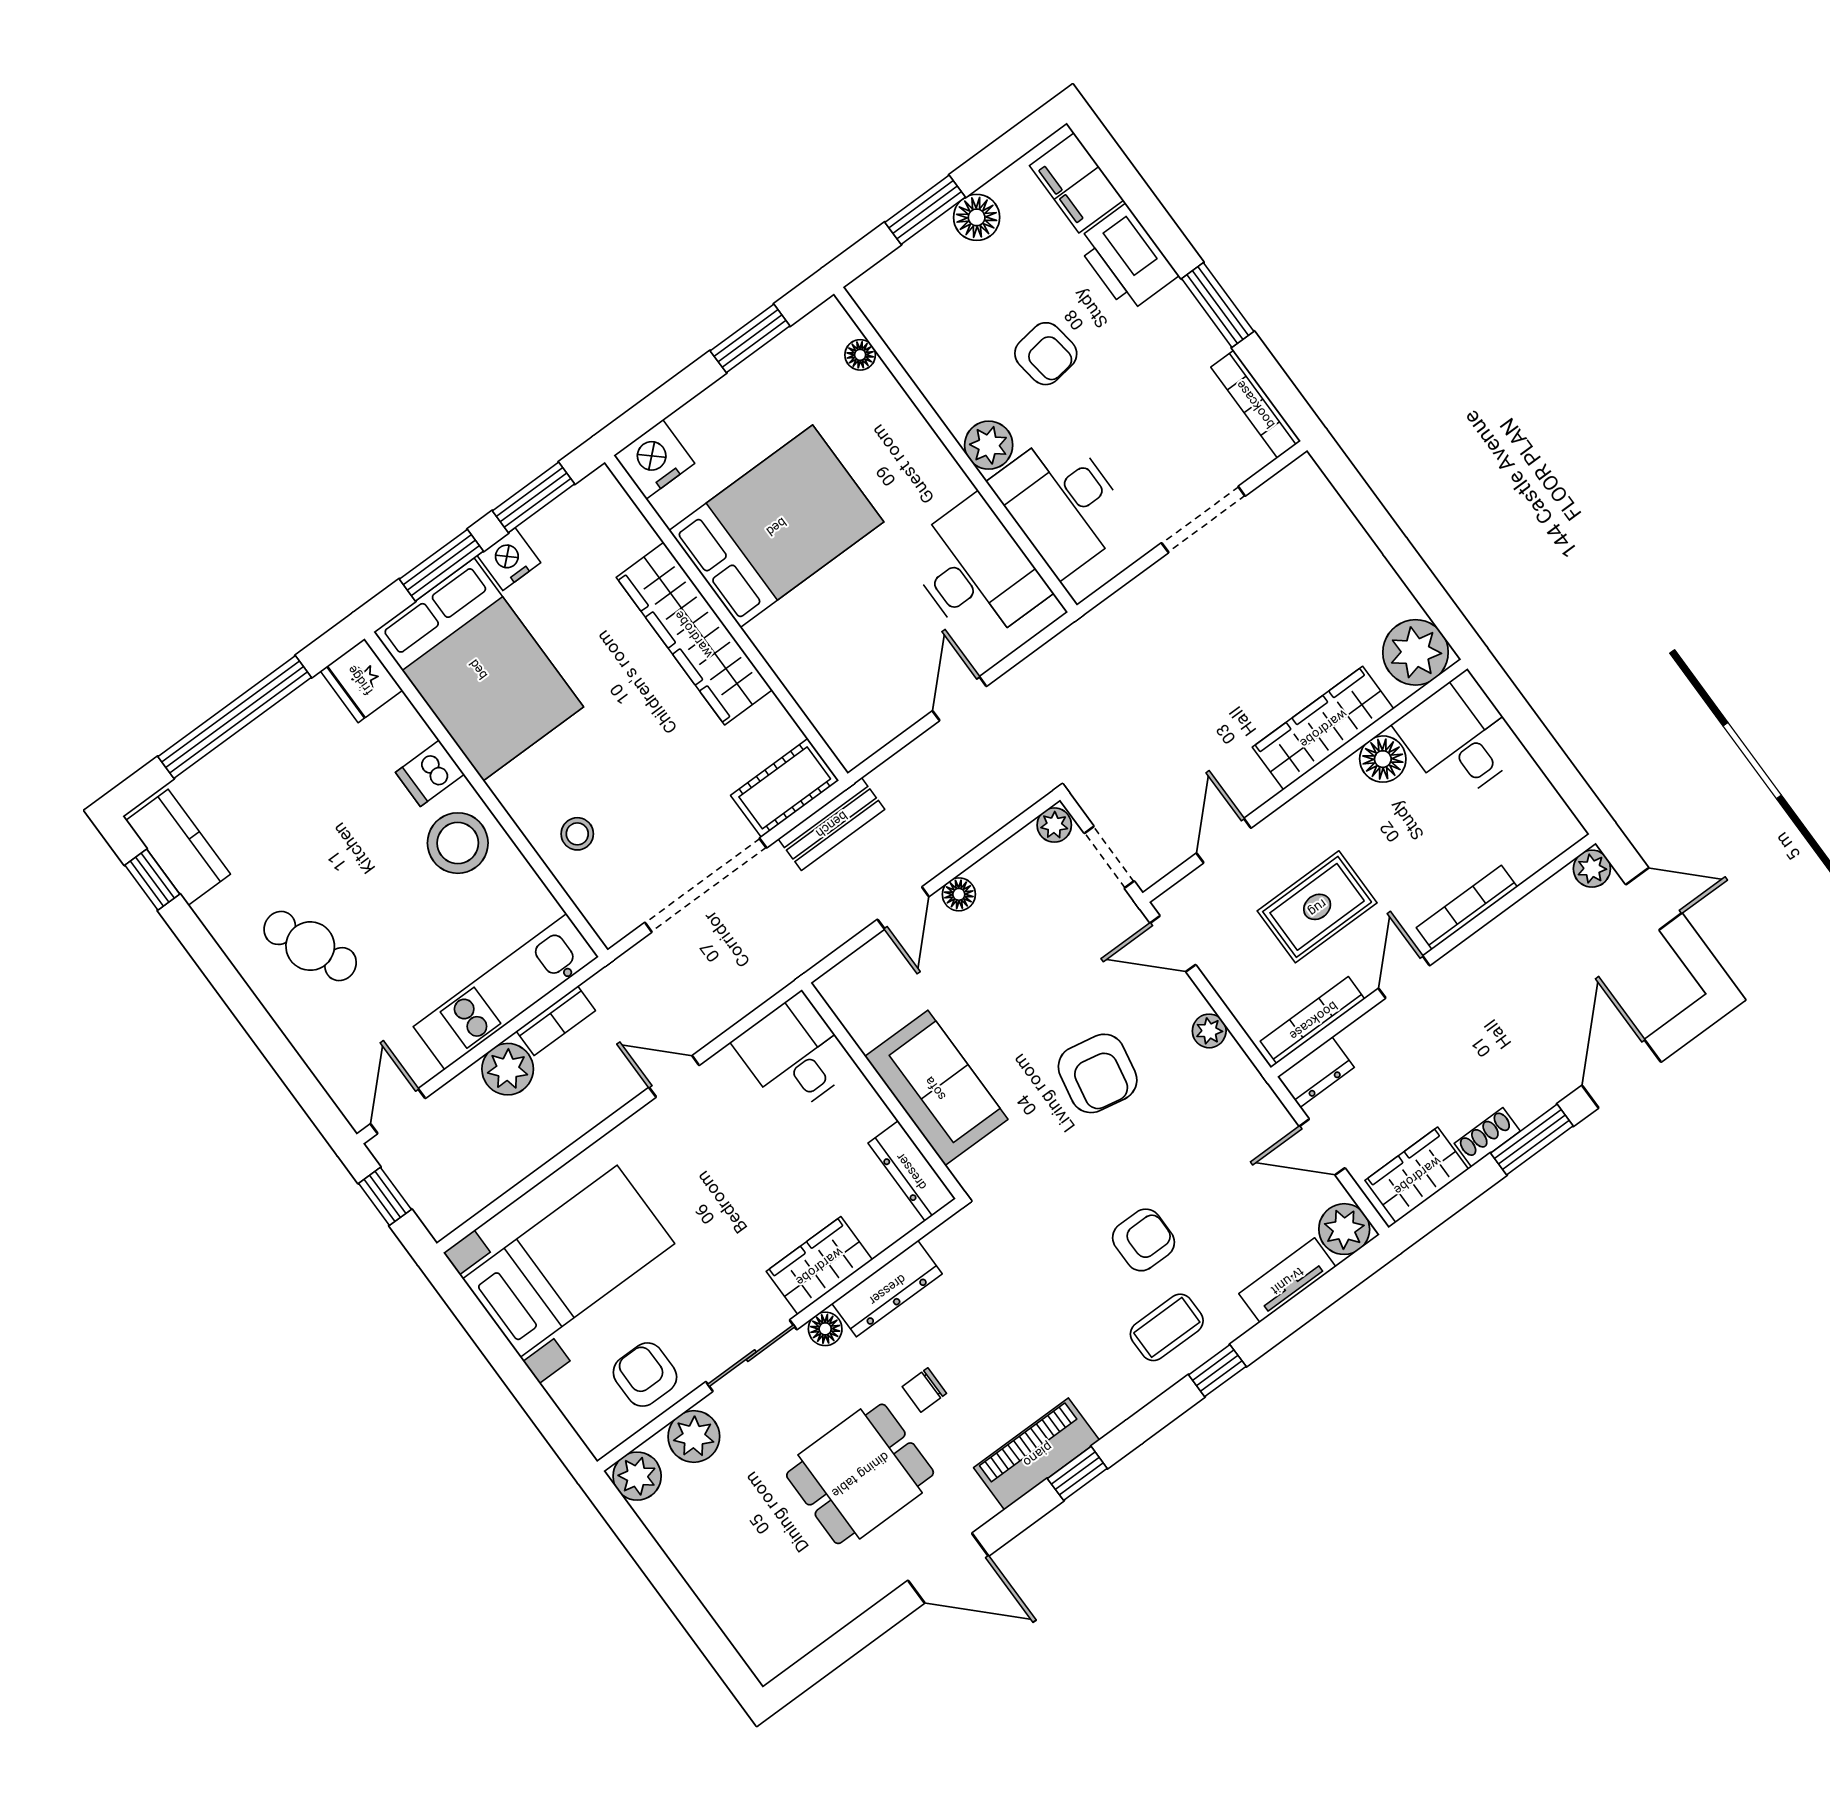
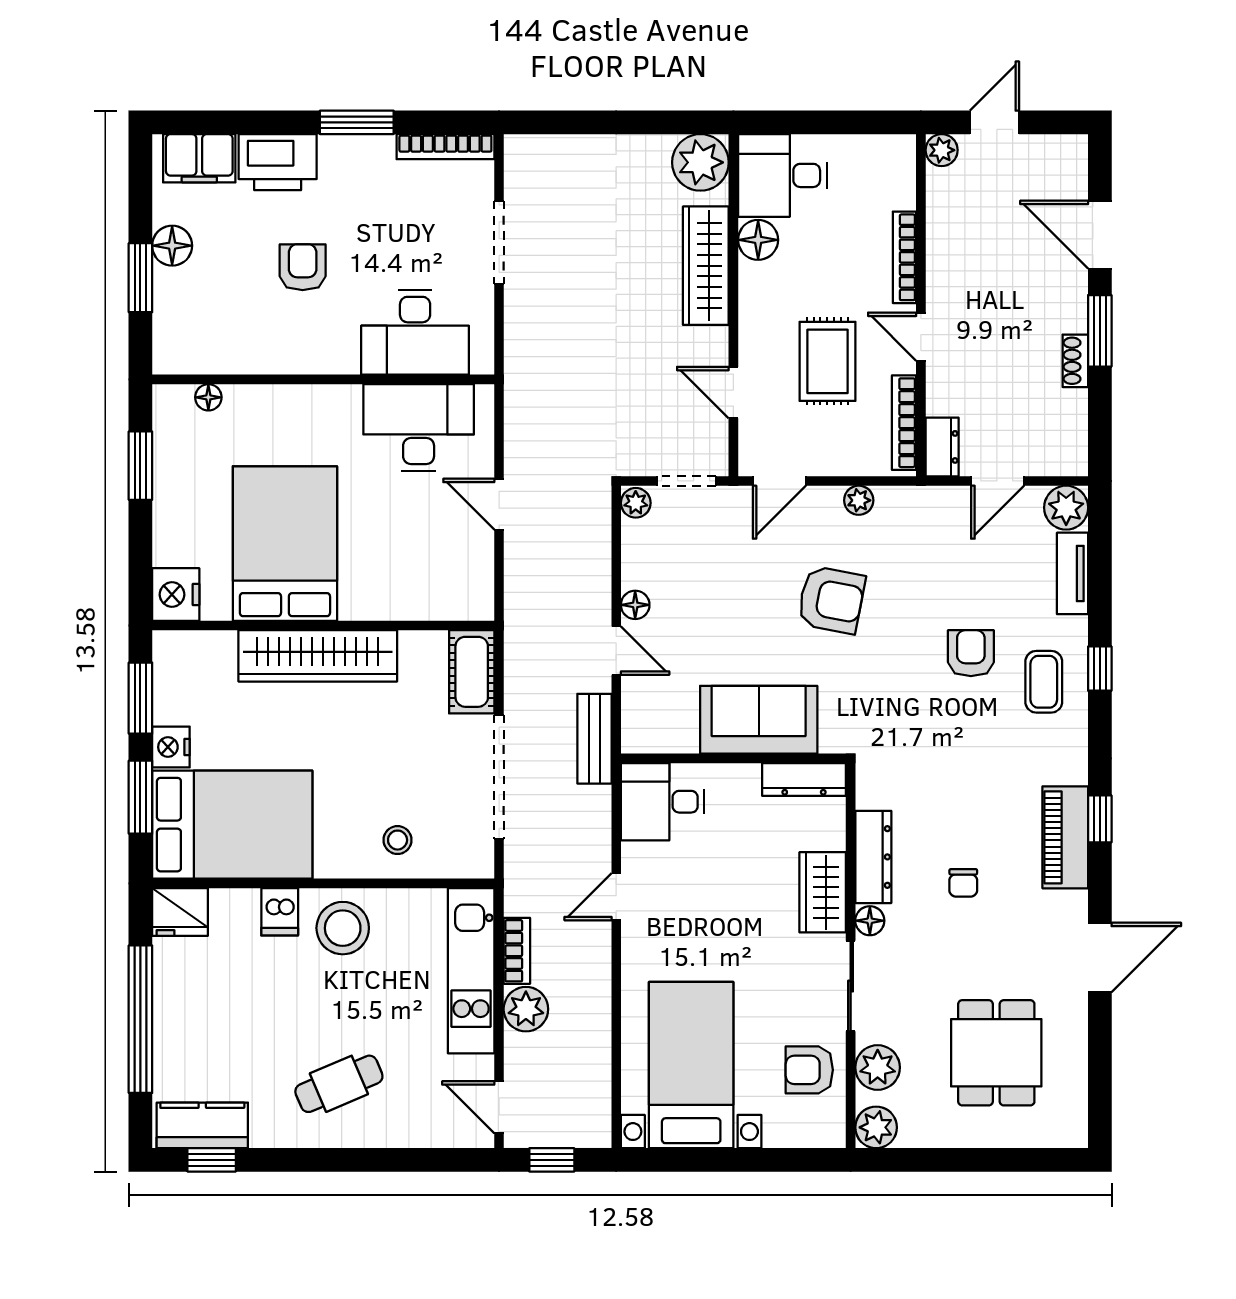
armchair: (1046, 354) -> (303, 267), turned -82
plant: (989, 445) -> (337, 354), removed
bench: (831, 824) -> (594, 739), moved
wardrobe: (1417, 1175) -> (1065, 429), removed
dining table: (860, 1474) -> (996, 1053), moved

